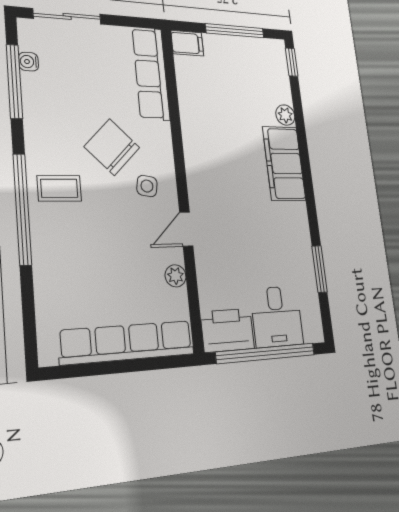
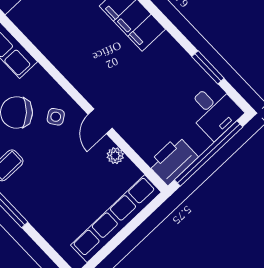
side table: (147, 186) -> (56, 117), turned 45
desk: (277, 317) -> (214, 111), moved

